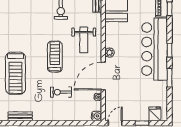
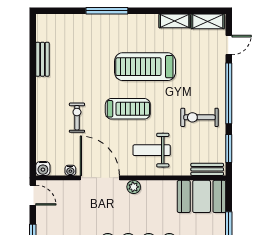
treadmill: (15, 73) -> (145, 67), moved

